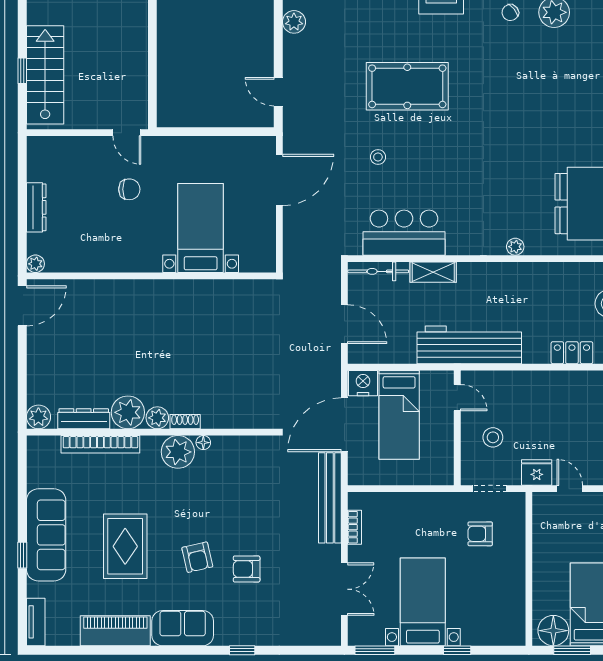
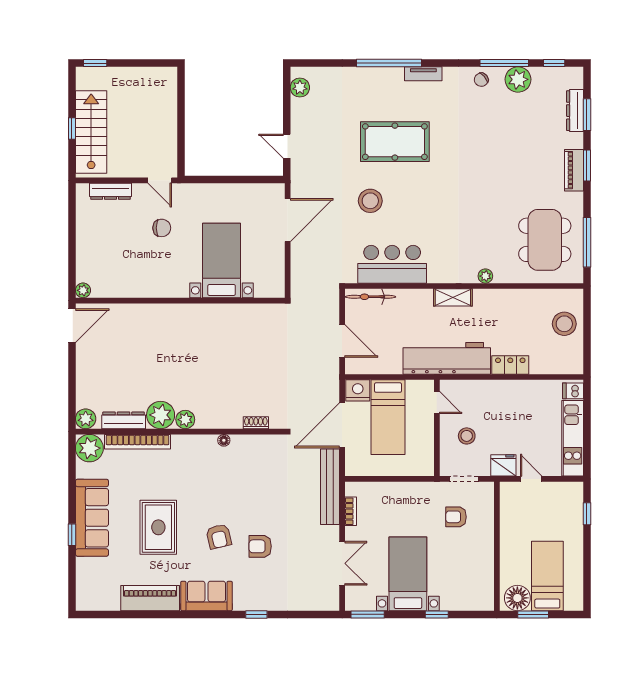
stool: (378, 157) -> (370, 201), width x1.89, depth x1.89
dresser: (36, 207) -> (110, 191), moved, turned 90
shelving: (433, 272) -> (453, 297), moved
locker: (572, 353) -> (510, 365), moved
shoe rack: (185, 422) -> (256, 423), moved
plant: (178, 452) -> (89, 448), moved
tv unit: (36, 622) -> (83, 591), removed

